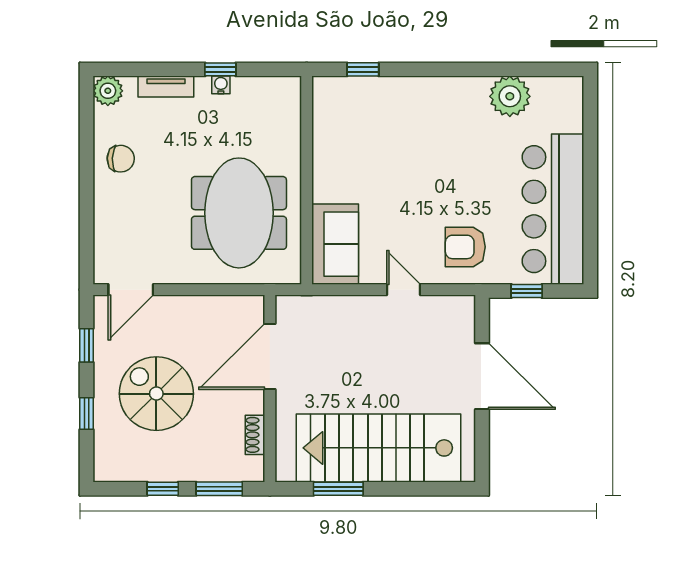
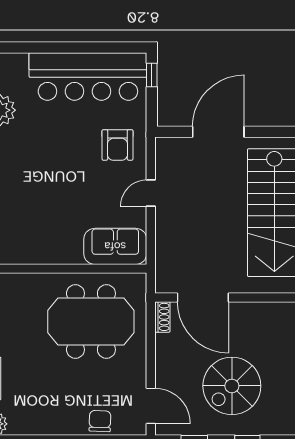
chair: (121, 159) -> (100, 421), moved
window: (527, 291) -> (152, 75), moved
shoe rack: (255, 435) -> (162, 317), moved, turned -90

